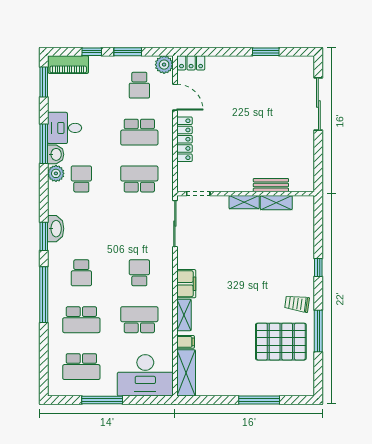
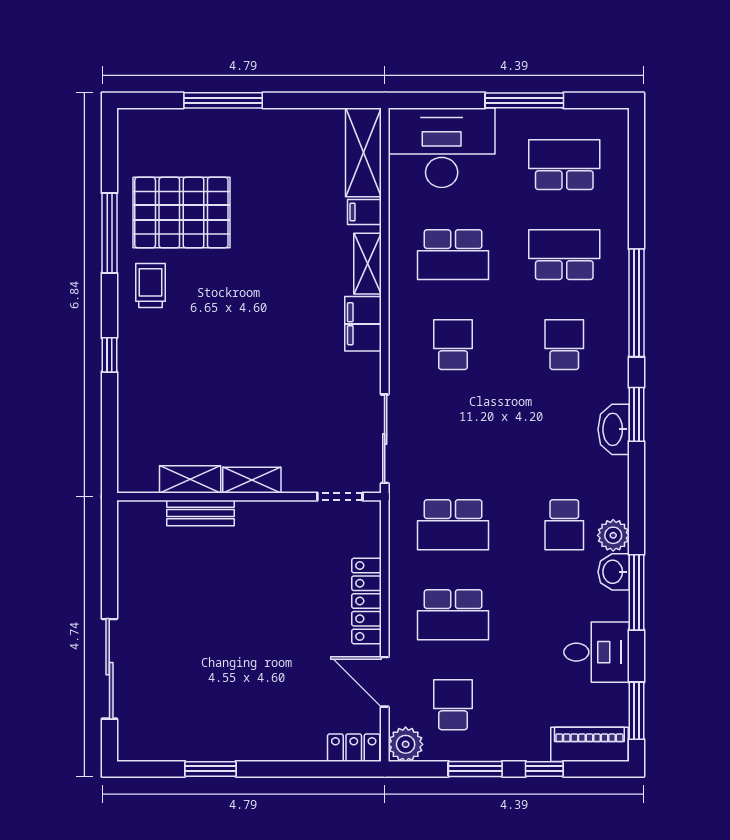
desk: (65, 128) -> (596, 652), moved
school desk: (139, 132) -> (453, 615), turned 180
school desk: (139, 273) -> (453, 345), turned 180
trolley: (297, 304) -> (151, 286), turned -98

